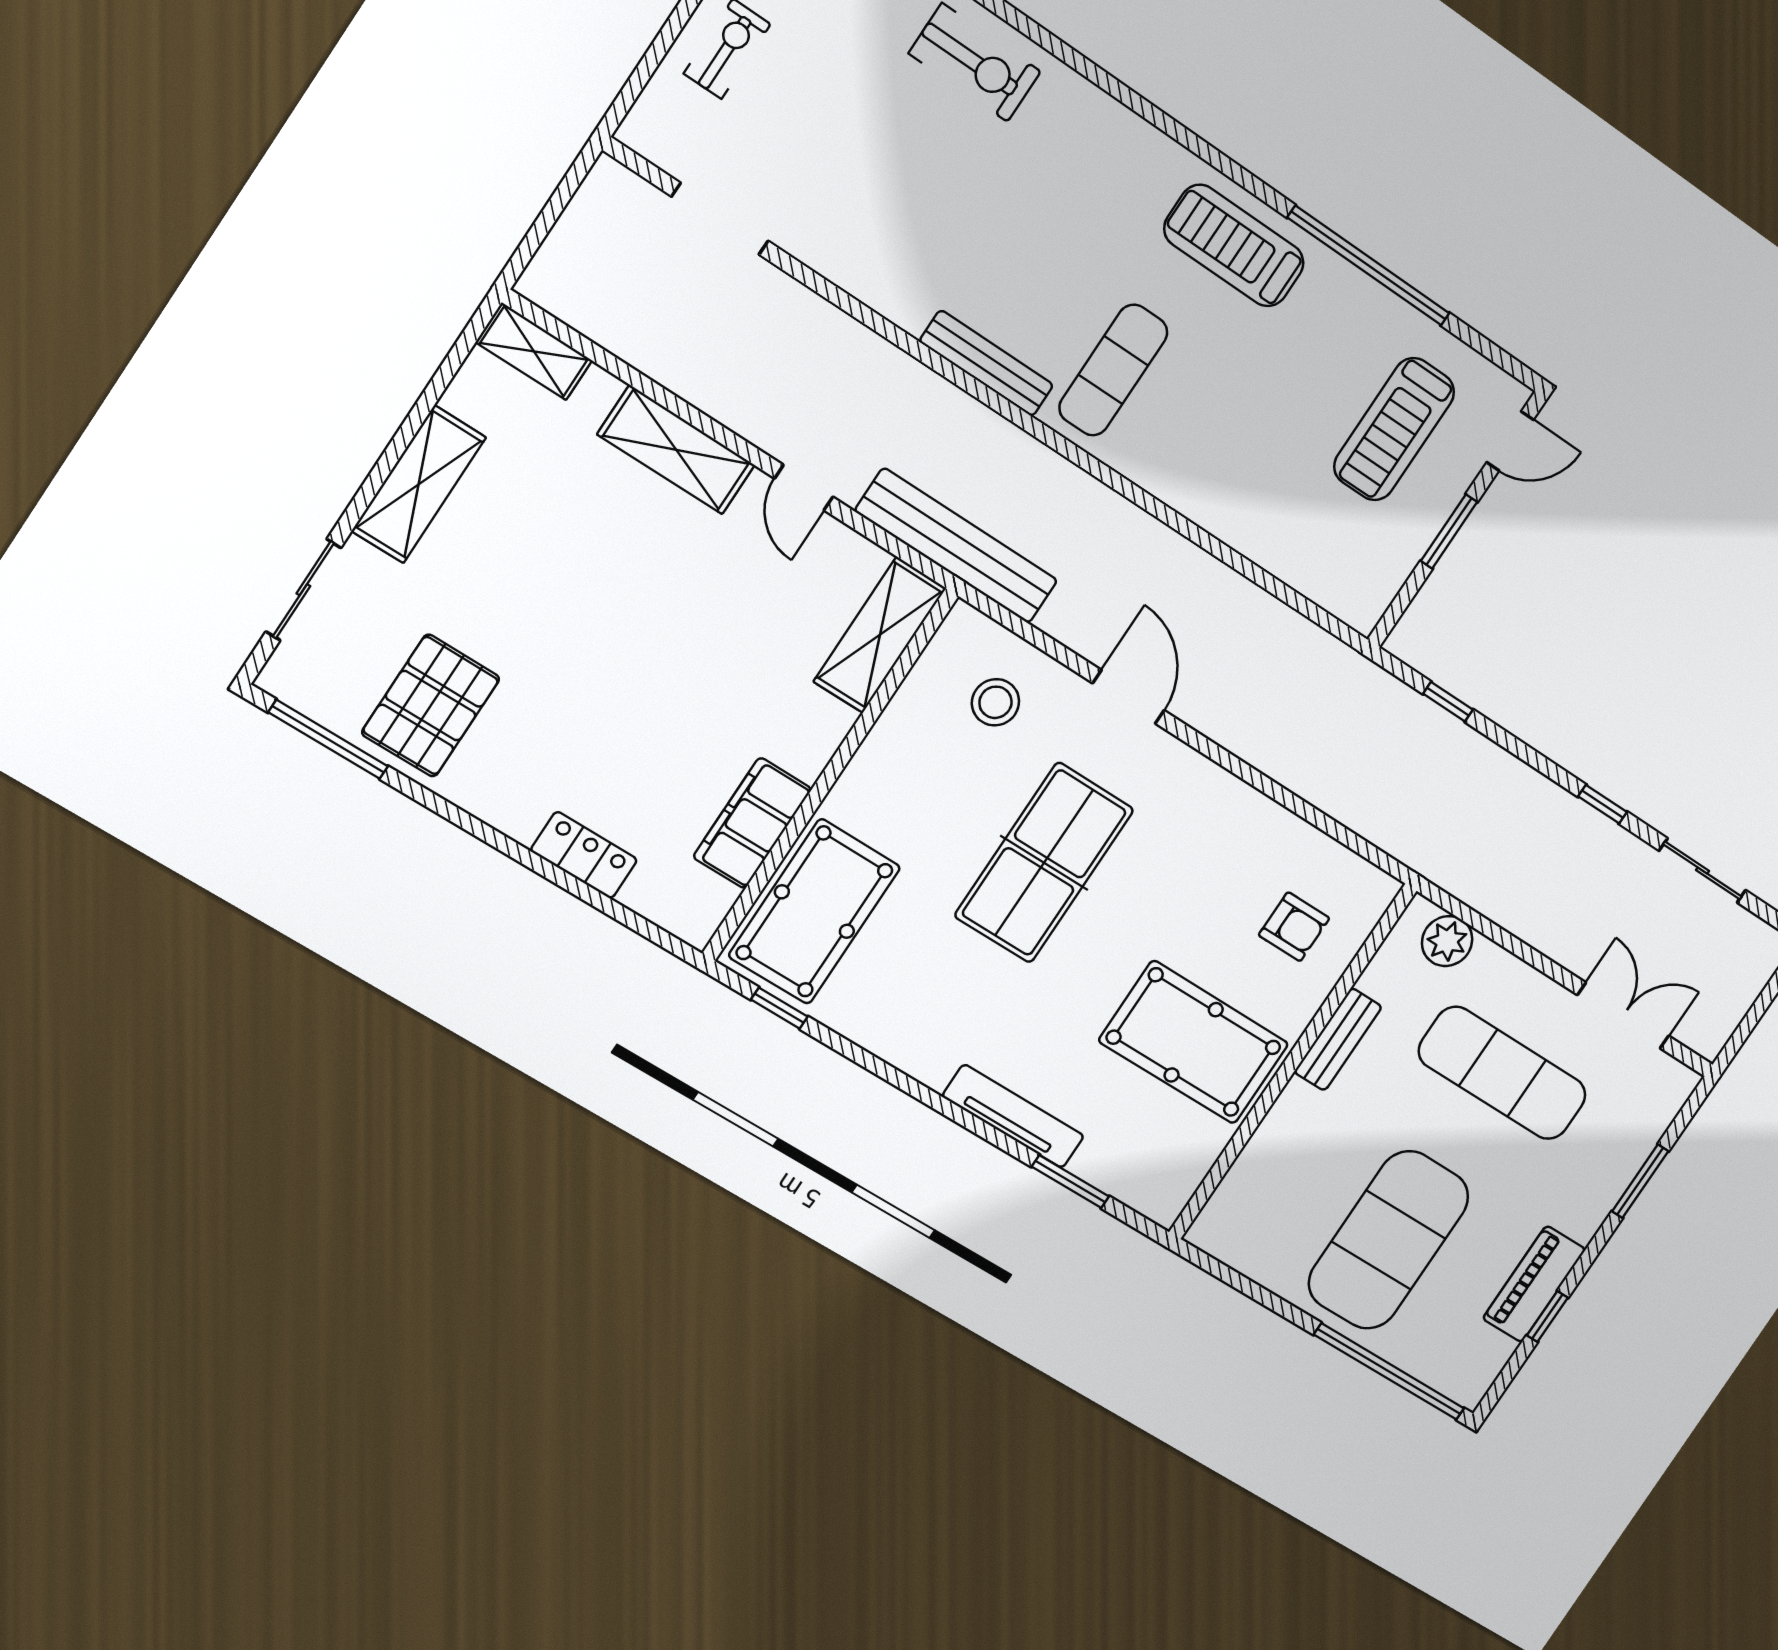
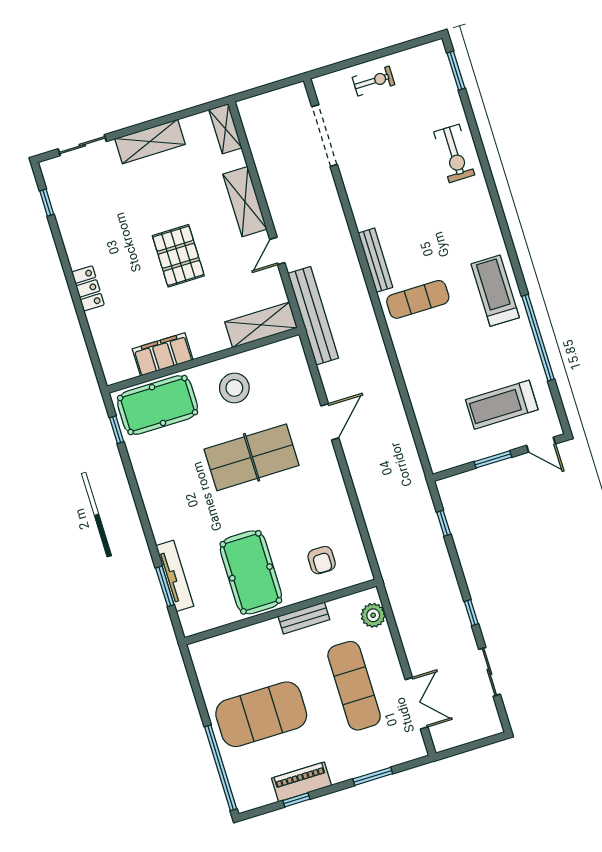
doorway: (720, 219) -> (324, 136), width x1.36
stool: (995, 702) -> (234, 388), moved, width x1.38, depth x1.38
pallet: (431, 706) -> (178, 256), moved, turned 90
window: (328, 739) -> (47, 203), width x0.46
locker: (584, 855) -> (88, 288), moved
tv unit: (1013, 1116) -> (175, 576), moved

